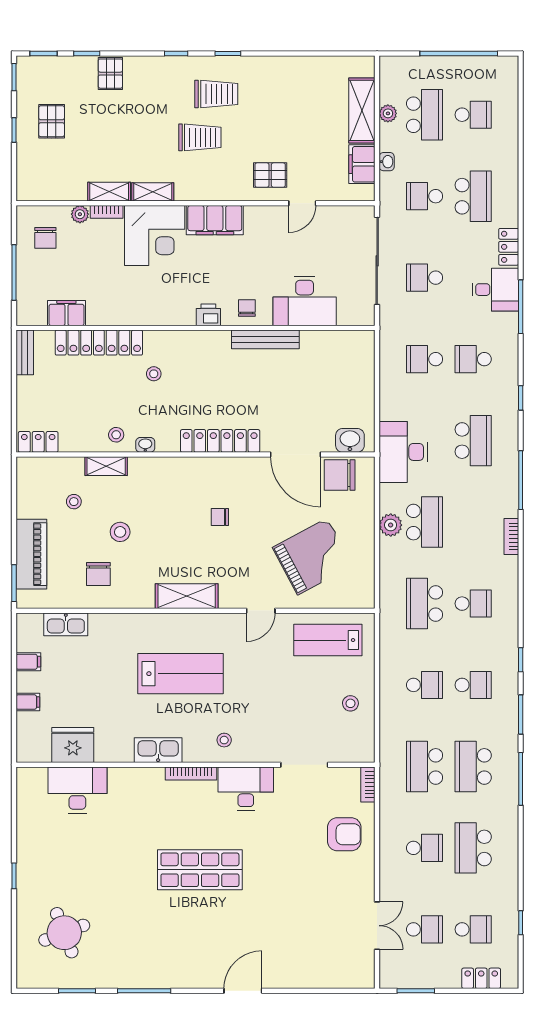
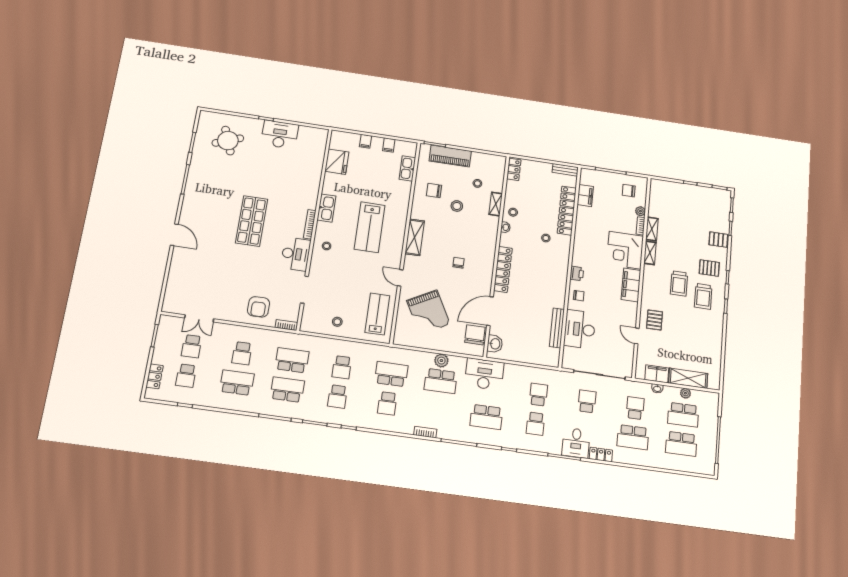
school desk: (473, 115) -> (681, 444), width x1.85
pallet: (52, 121) -> (709, 268), moved
bench: (265, 339) -> (557, 328), moved
school desk: (473, 359) -> (535, 424), turned 180
desk: (77, 790) -> (280, 135), moved, turned -90

